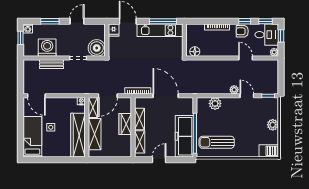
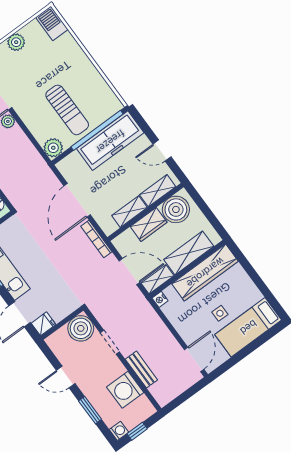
plant: (215, 103) -> (53, 148), moved
sun lounger: (217, 142) -> (67, 110), moved
boiler: (123, 144) -> (176, 209), added

